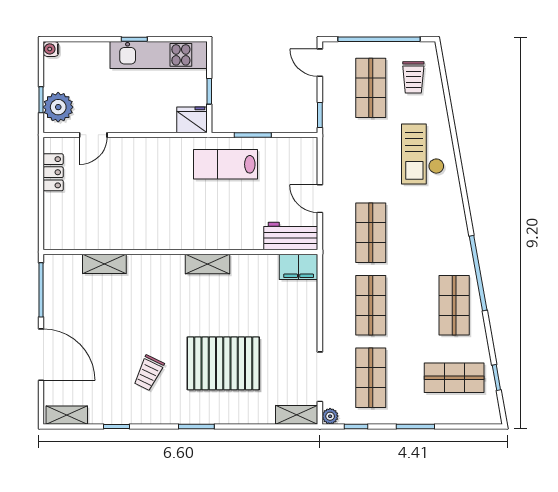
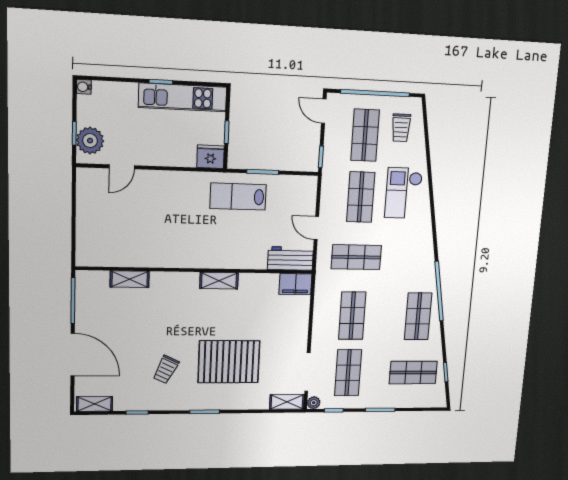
shop shelf: (371, 160) -> (361, 197), added
locker: (53, 172) -> (85, 199), removed
shop shelf: (371, 233) -> (356, 257), turned 90

